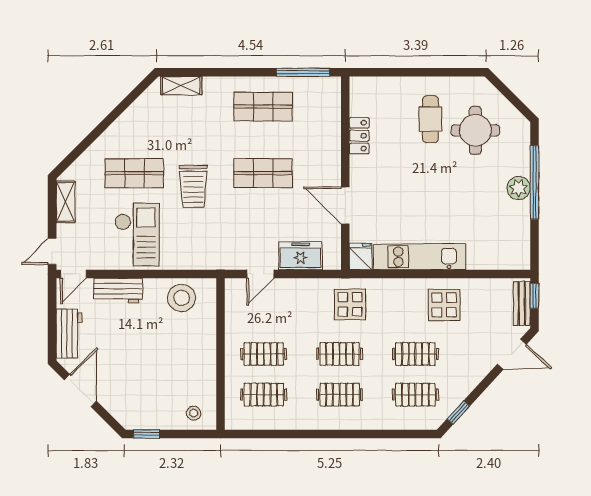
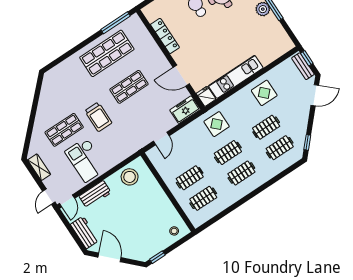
shelving: (181, 86) -> (59, 70), removed
shop shelf: (263, 107) -> (107, 53), width x1.43, depth x1.36
locker: (359, 136) -> (165, 36), width x1.53
checkout: (137, 235) -> (86, 160), turned 180
freezer: (300, 256) -> (185, 110), moved

